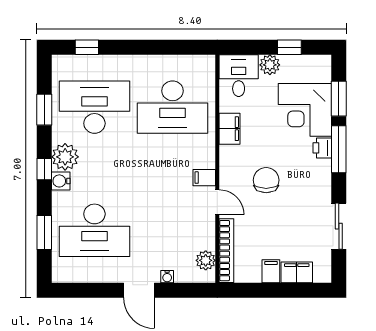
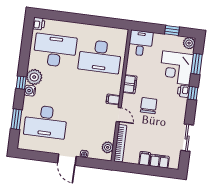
window: (87, 47) -> (55, 15), removed
printer: (61, 65) -> (39, 24), added
plant: (270, 65) -> (189, 43), moved
window: (44, 110) -> (26, 48), removed
filing cabinet: (230, 129) -> (130, 84), moved
window: (339, 149) -> (193, 93), width x0.46

